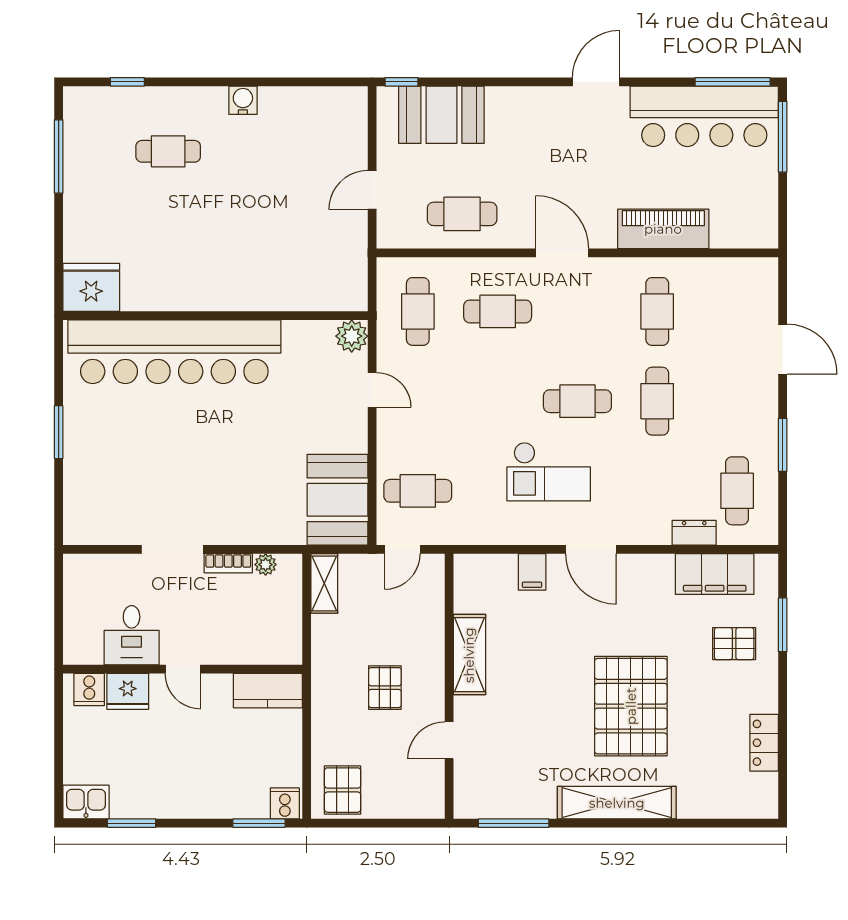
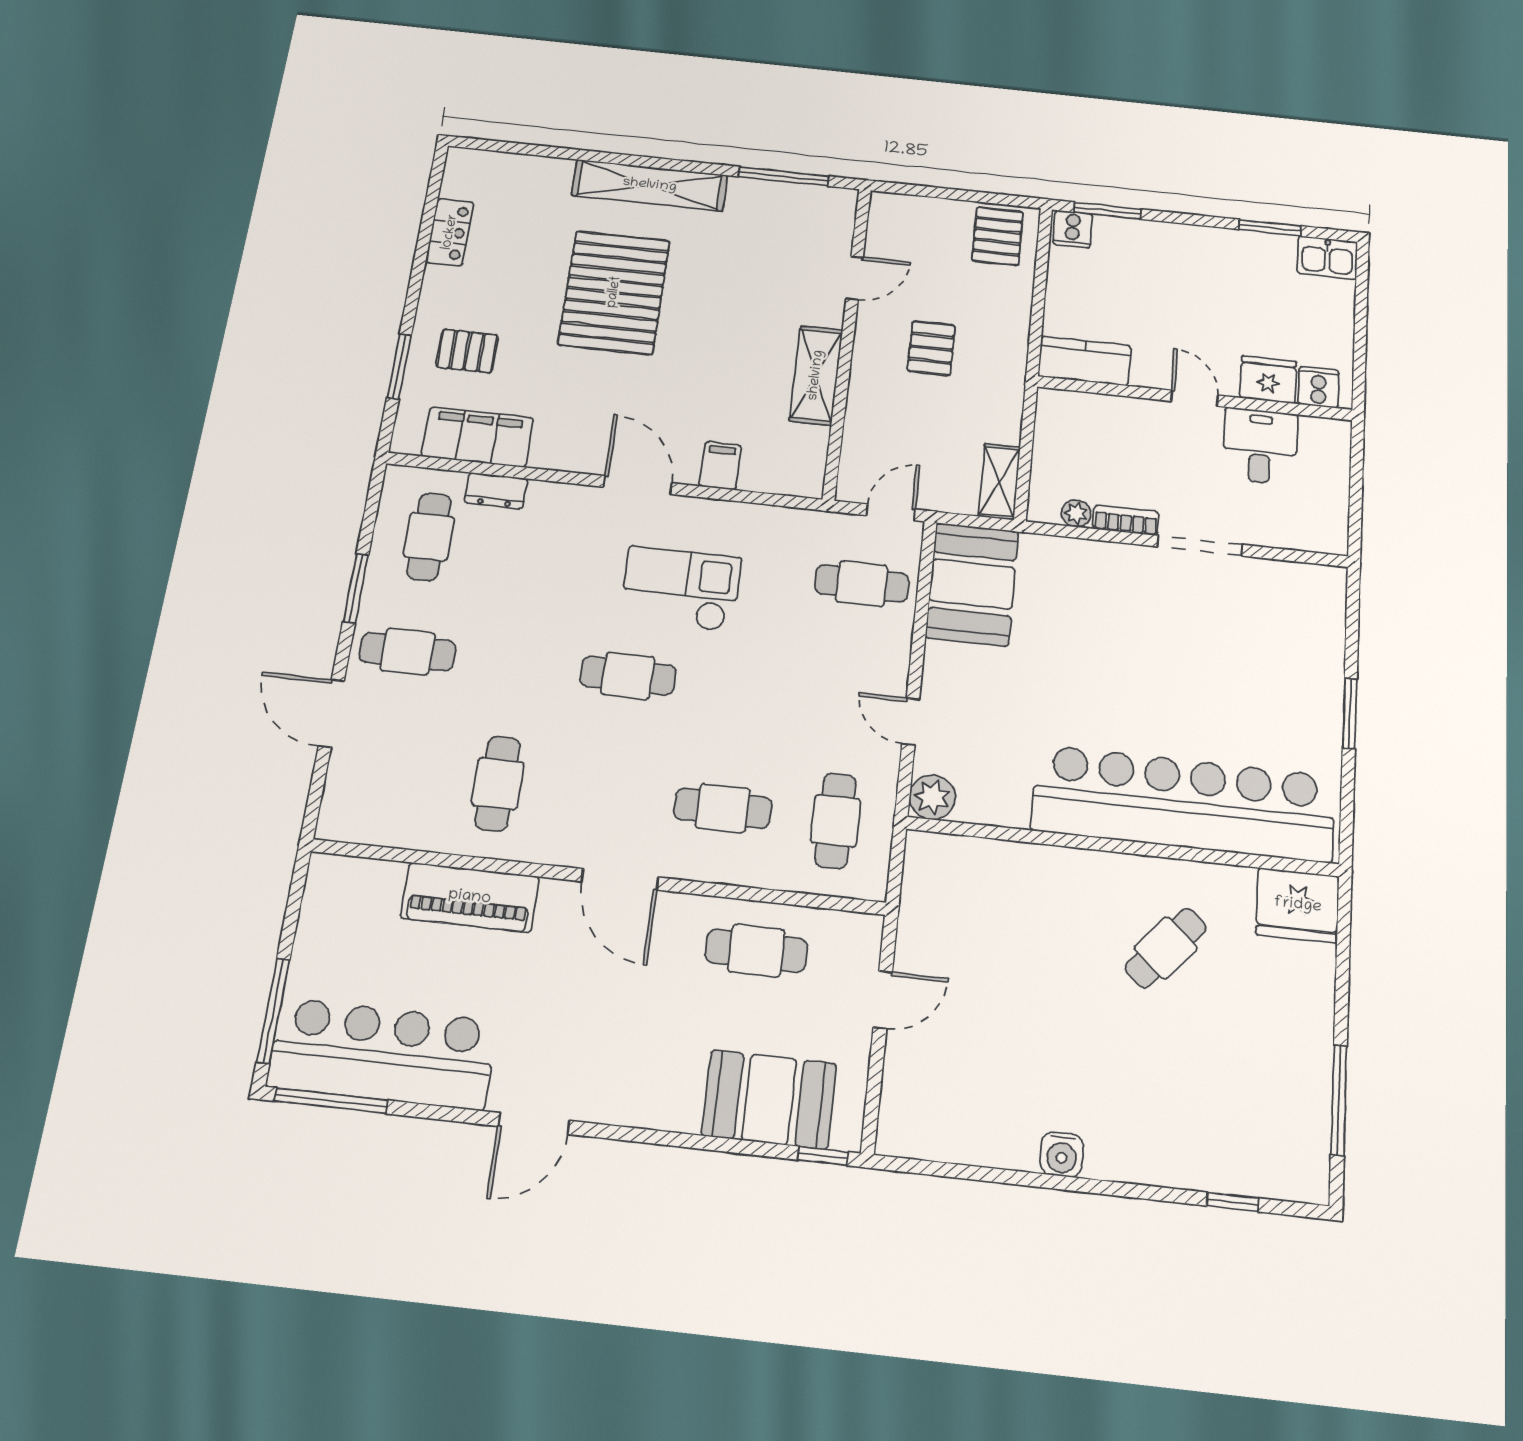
cafe table: (168, 151) -> (1166, 948), moved, turned -49
cafe table: (657, 401) -> (408, 652), moved, turned 90

